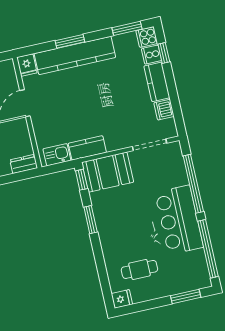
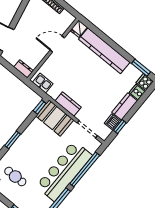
window: (70, 41) -> (110, 42), removed
window: (164, 53) -> (120, 127), moved
kitchen counter: (87, 148) -> (68, 104), moved
window: (91, 220) -> (13, 140), moved
bar counter: (179, 220) -> (64, 171), width x1.36

